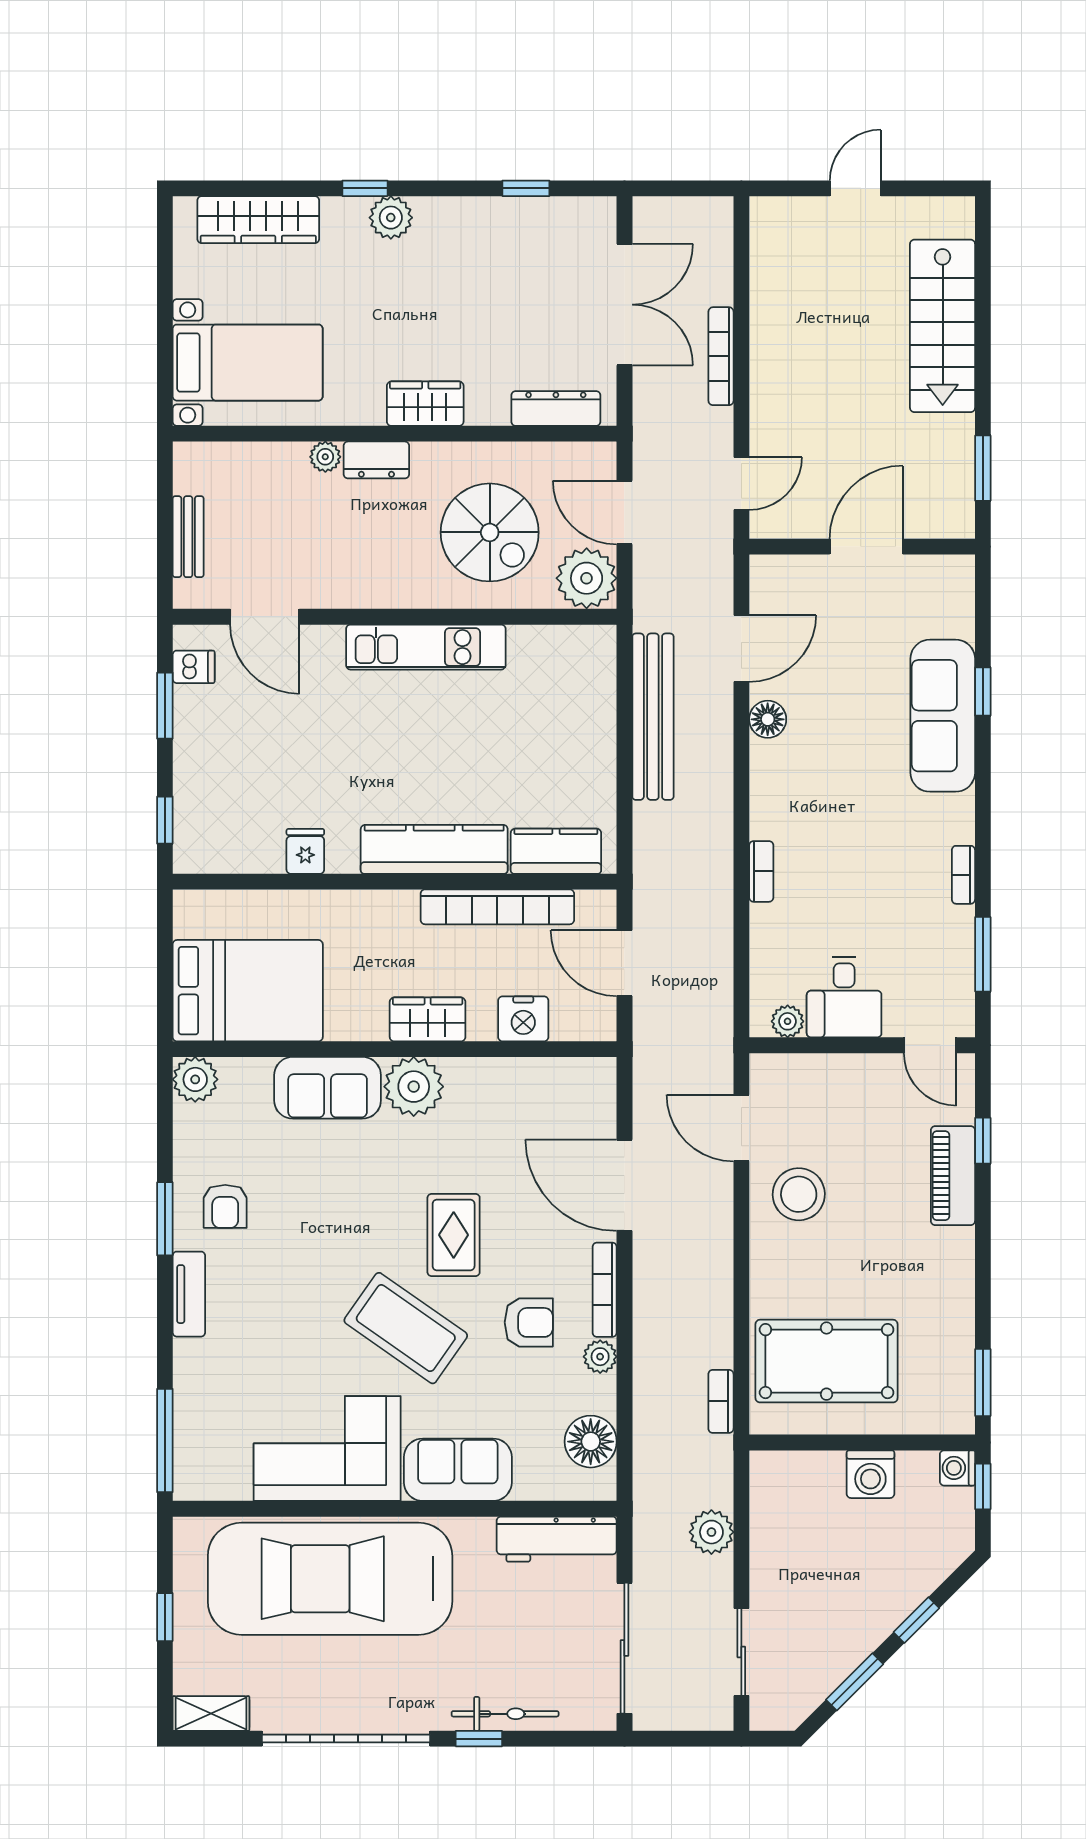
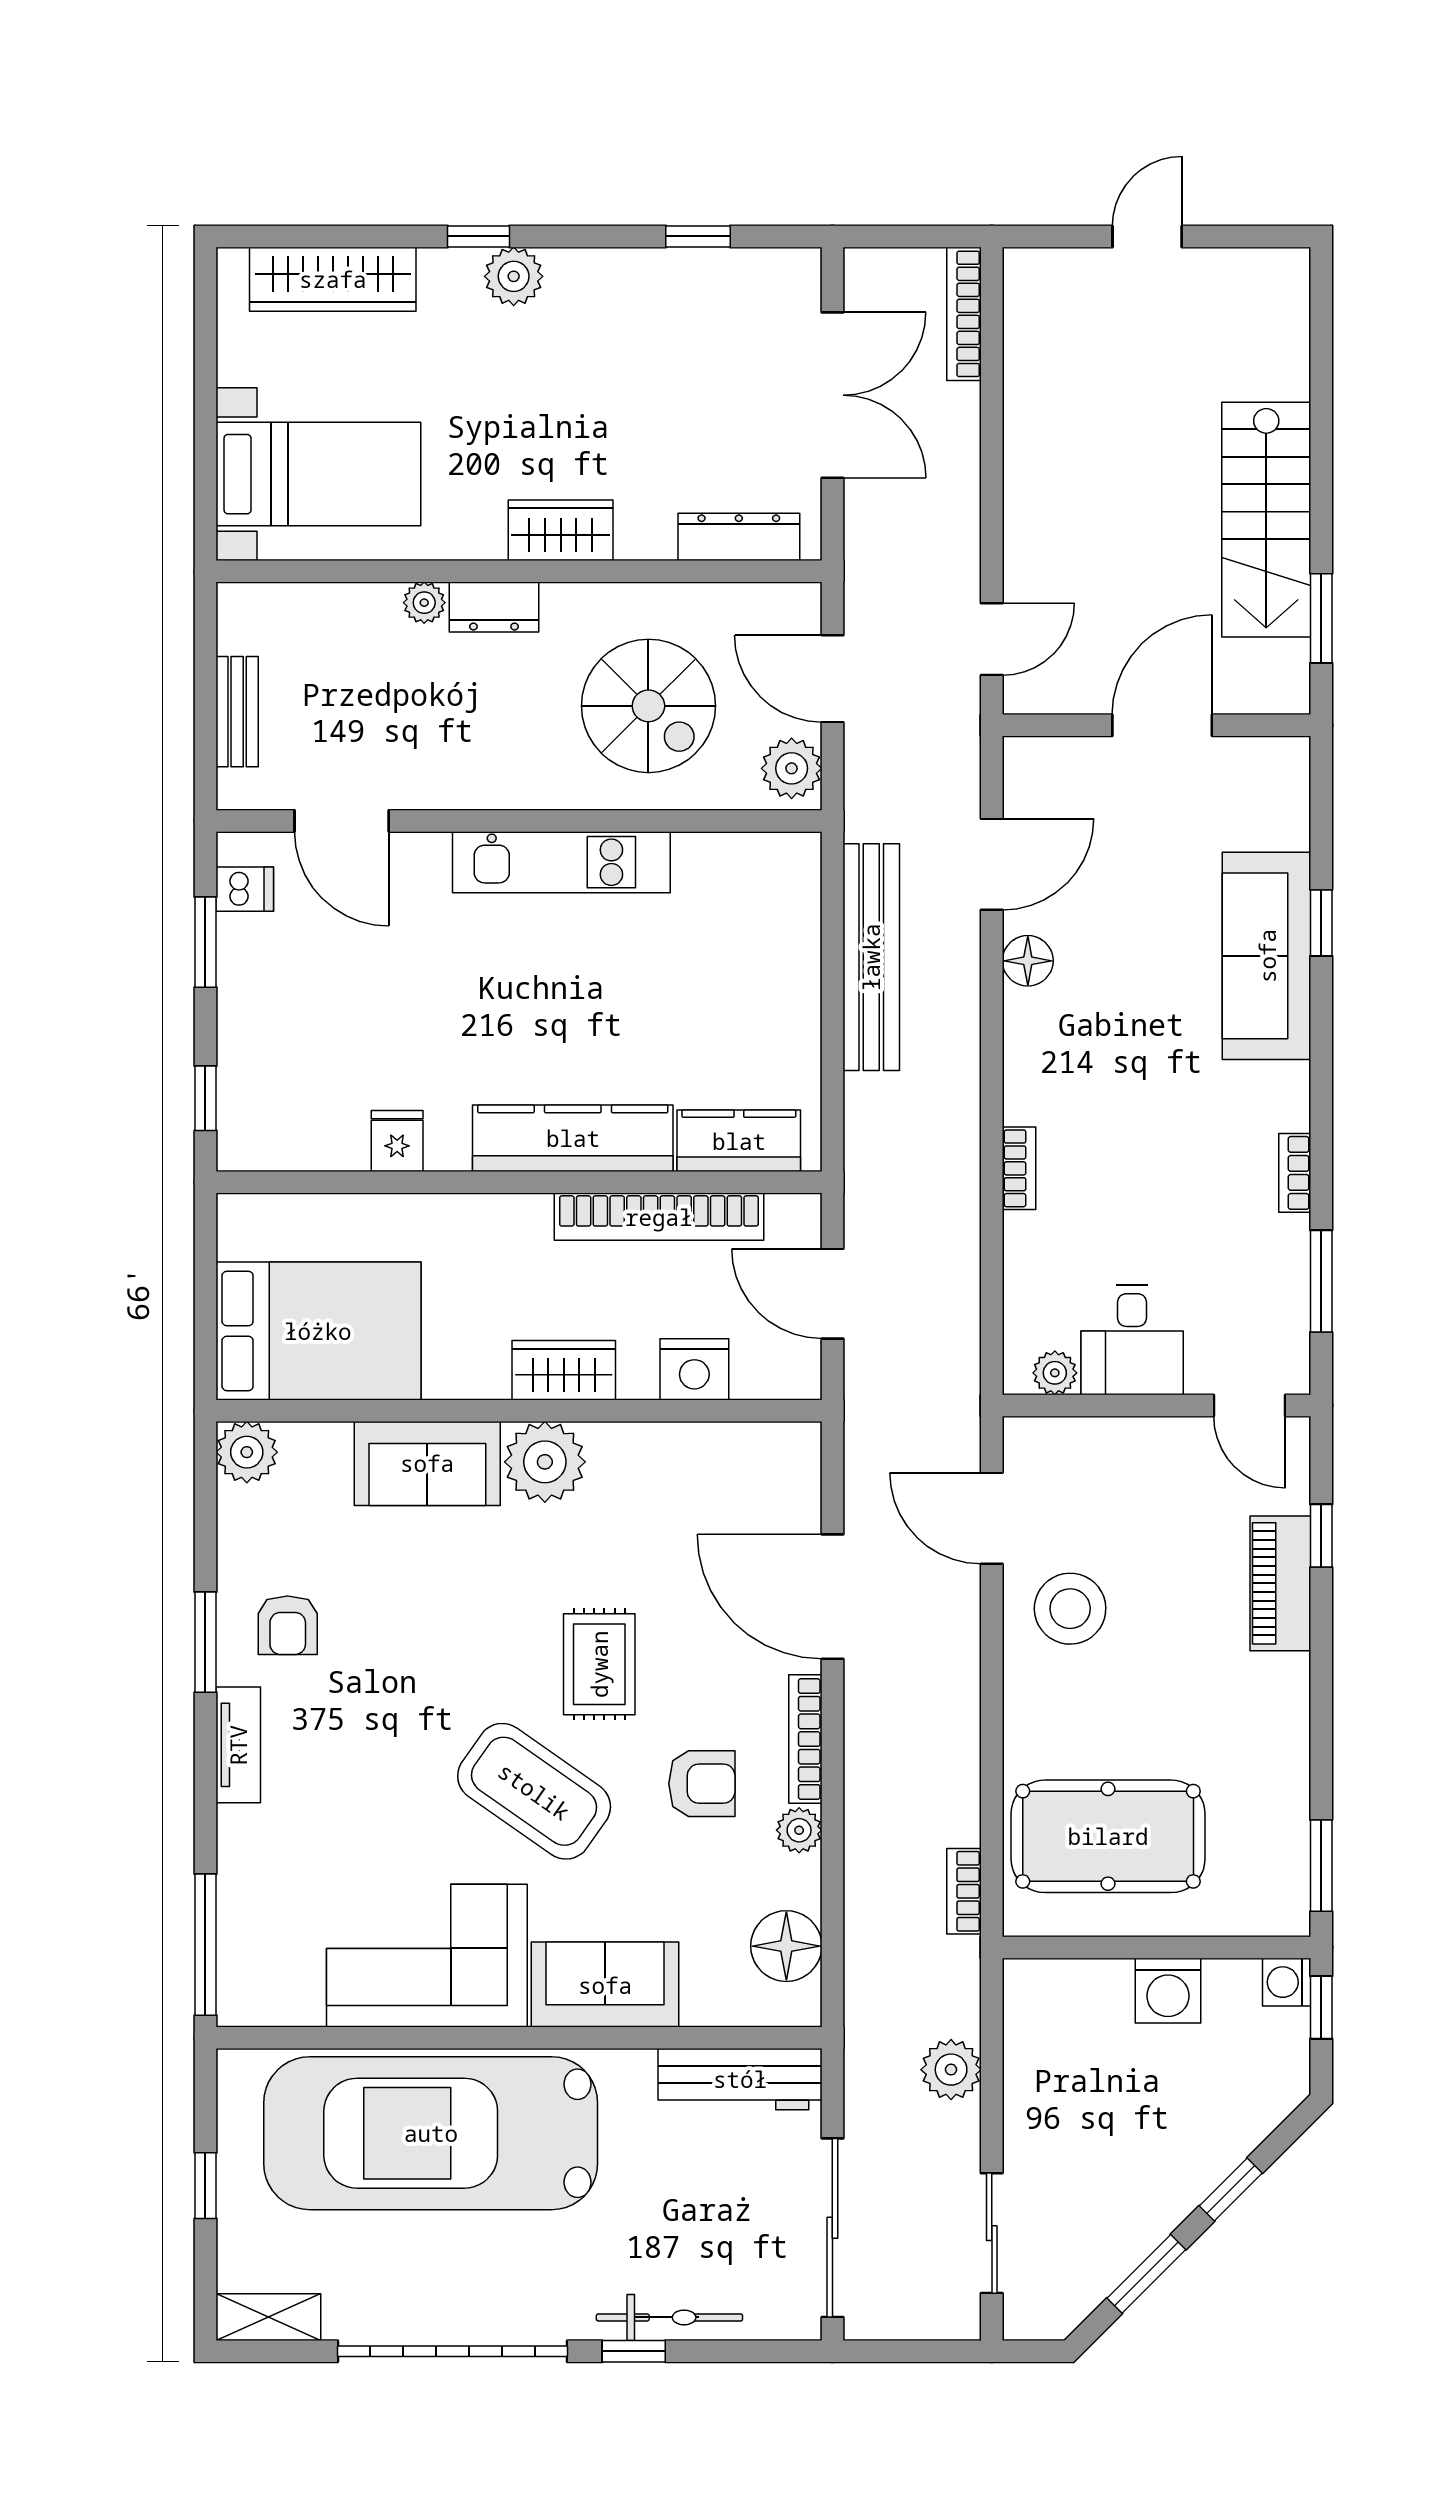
stairs: (943, 326) -> (1266, 520), moved
bookcase: (721, 356) -> (964, 314), moved
plant: (587, 578) -> (792, 768), width x0.73, depth x0.73

